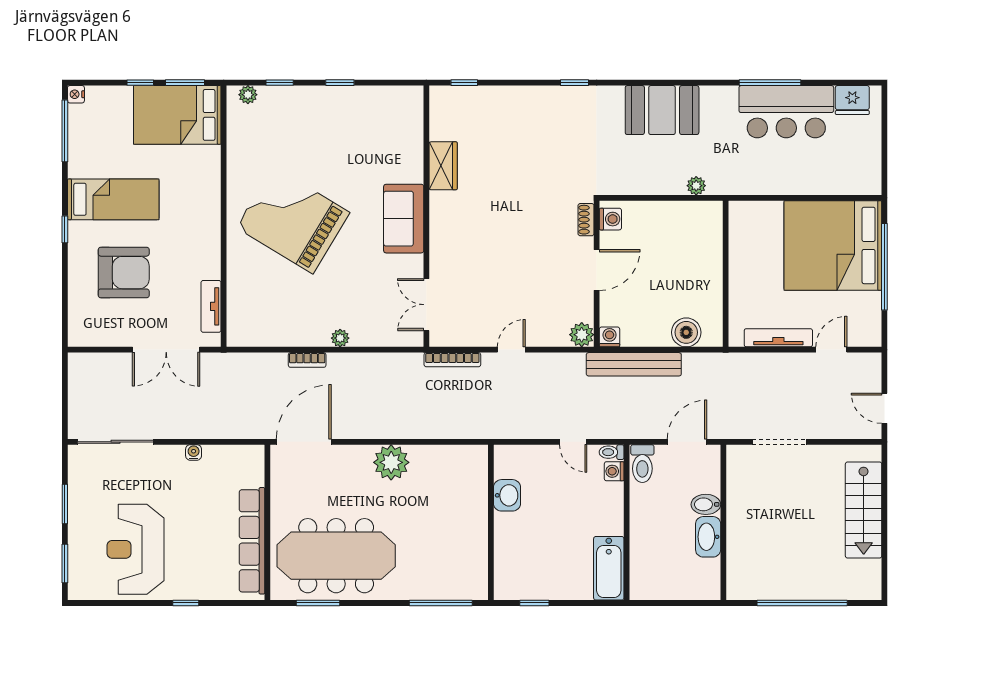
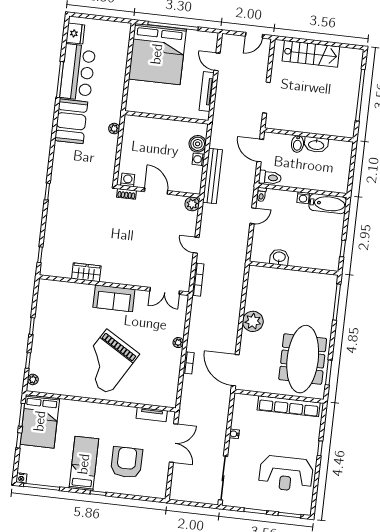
booth: (662, 110) -> (71, 121), moved
washing machine: (610, 337) -> (198, 159), moved
washing machine: (614, 471) -> (303, 198), moved

